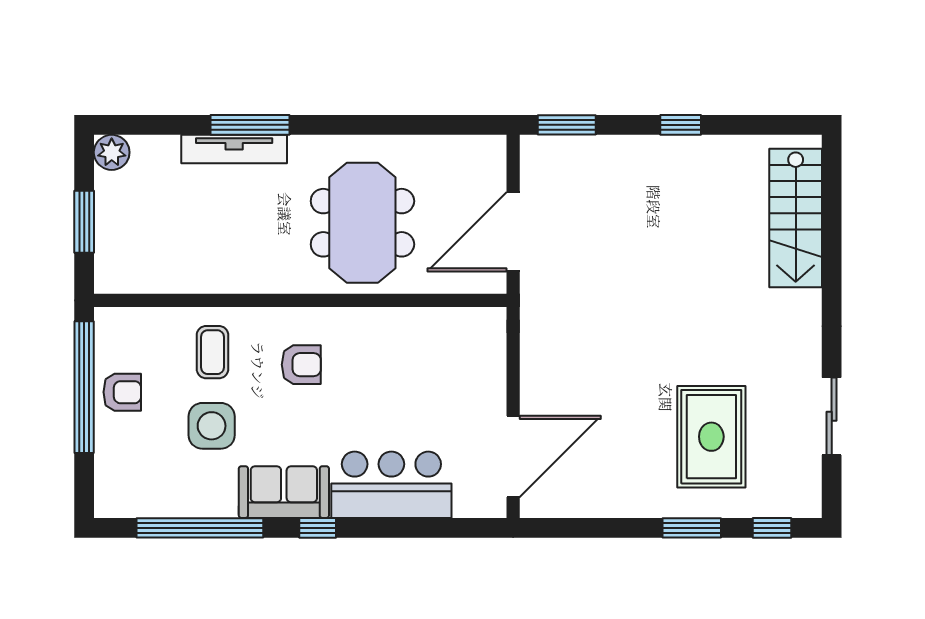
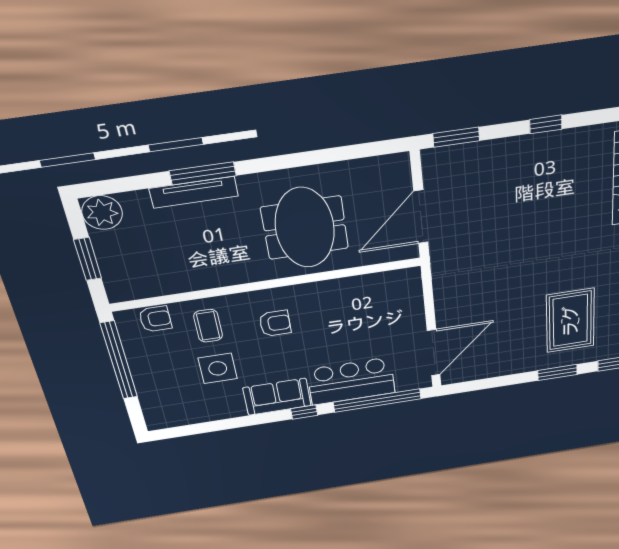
plant: (112, 152) -> (102, 213), width x1.36, depth x1.36
armchair: (122, 392) -> (155, 319), moved
window: (200, 528) -> (377, 401), moved

